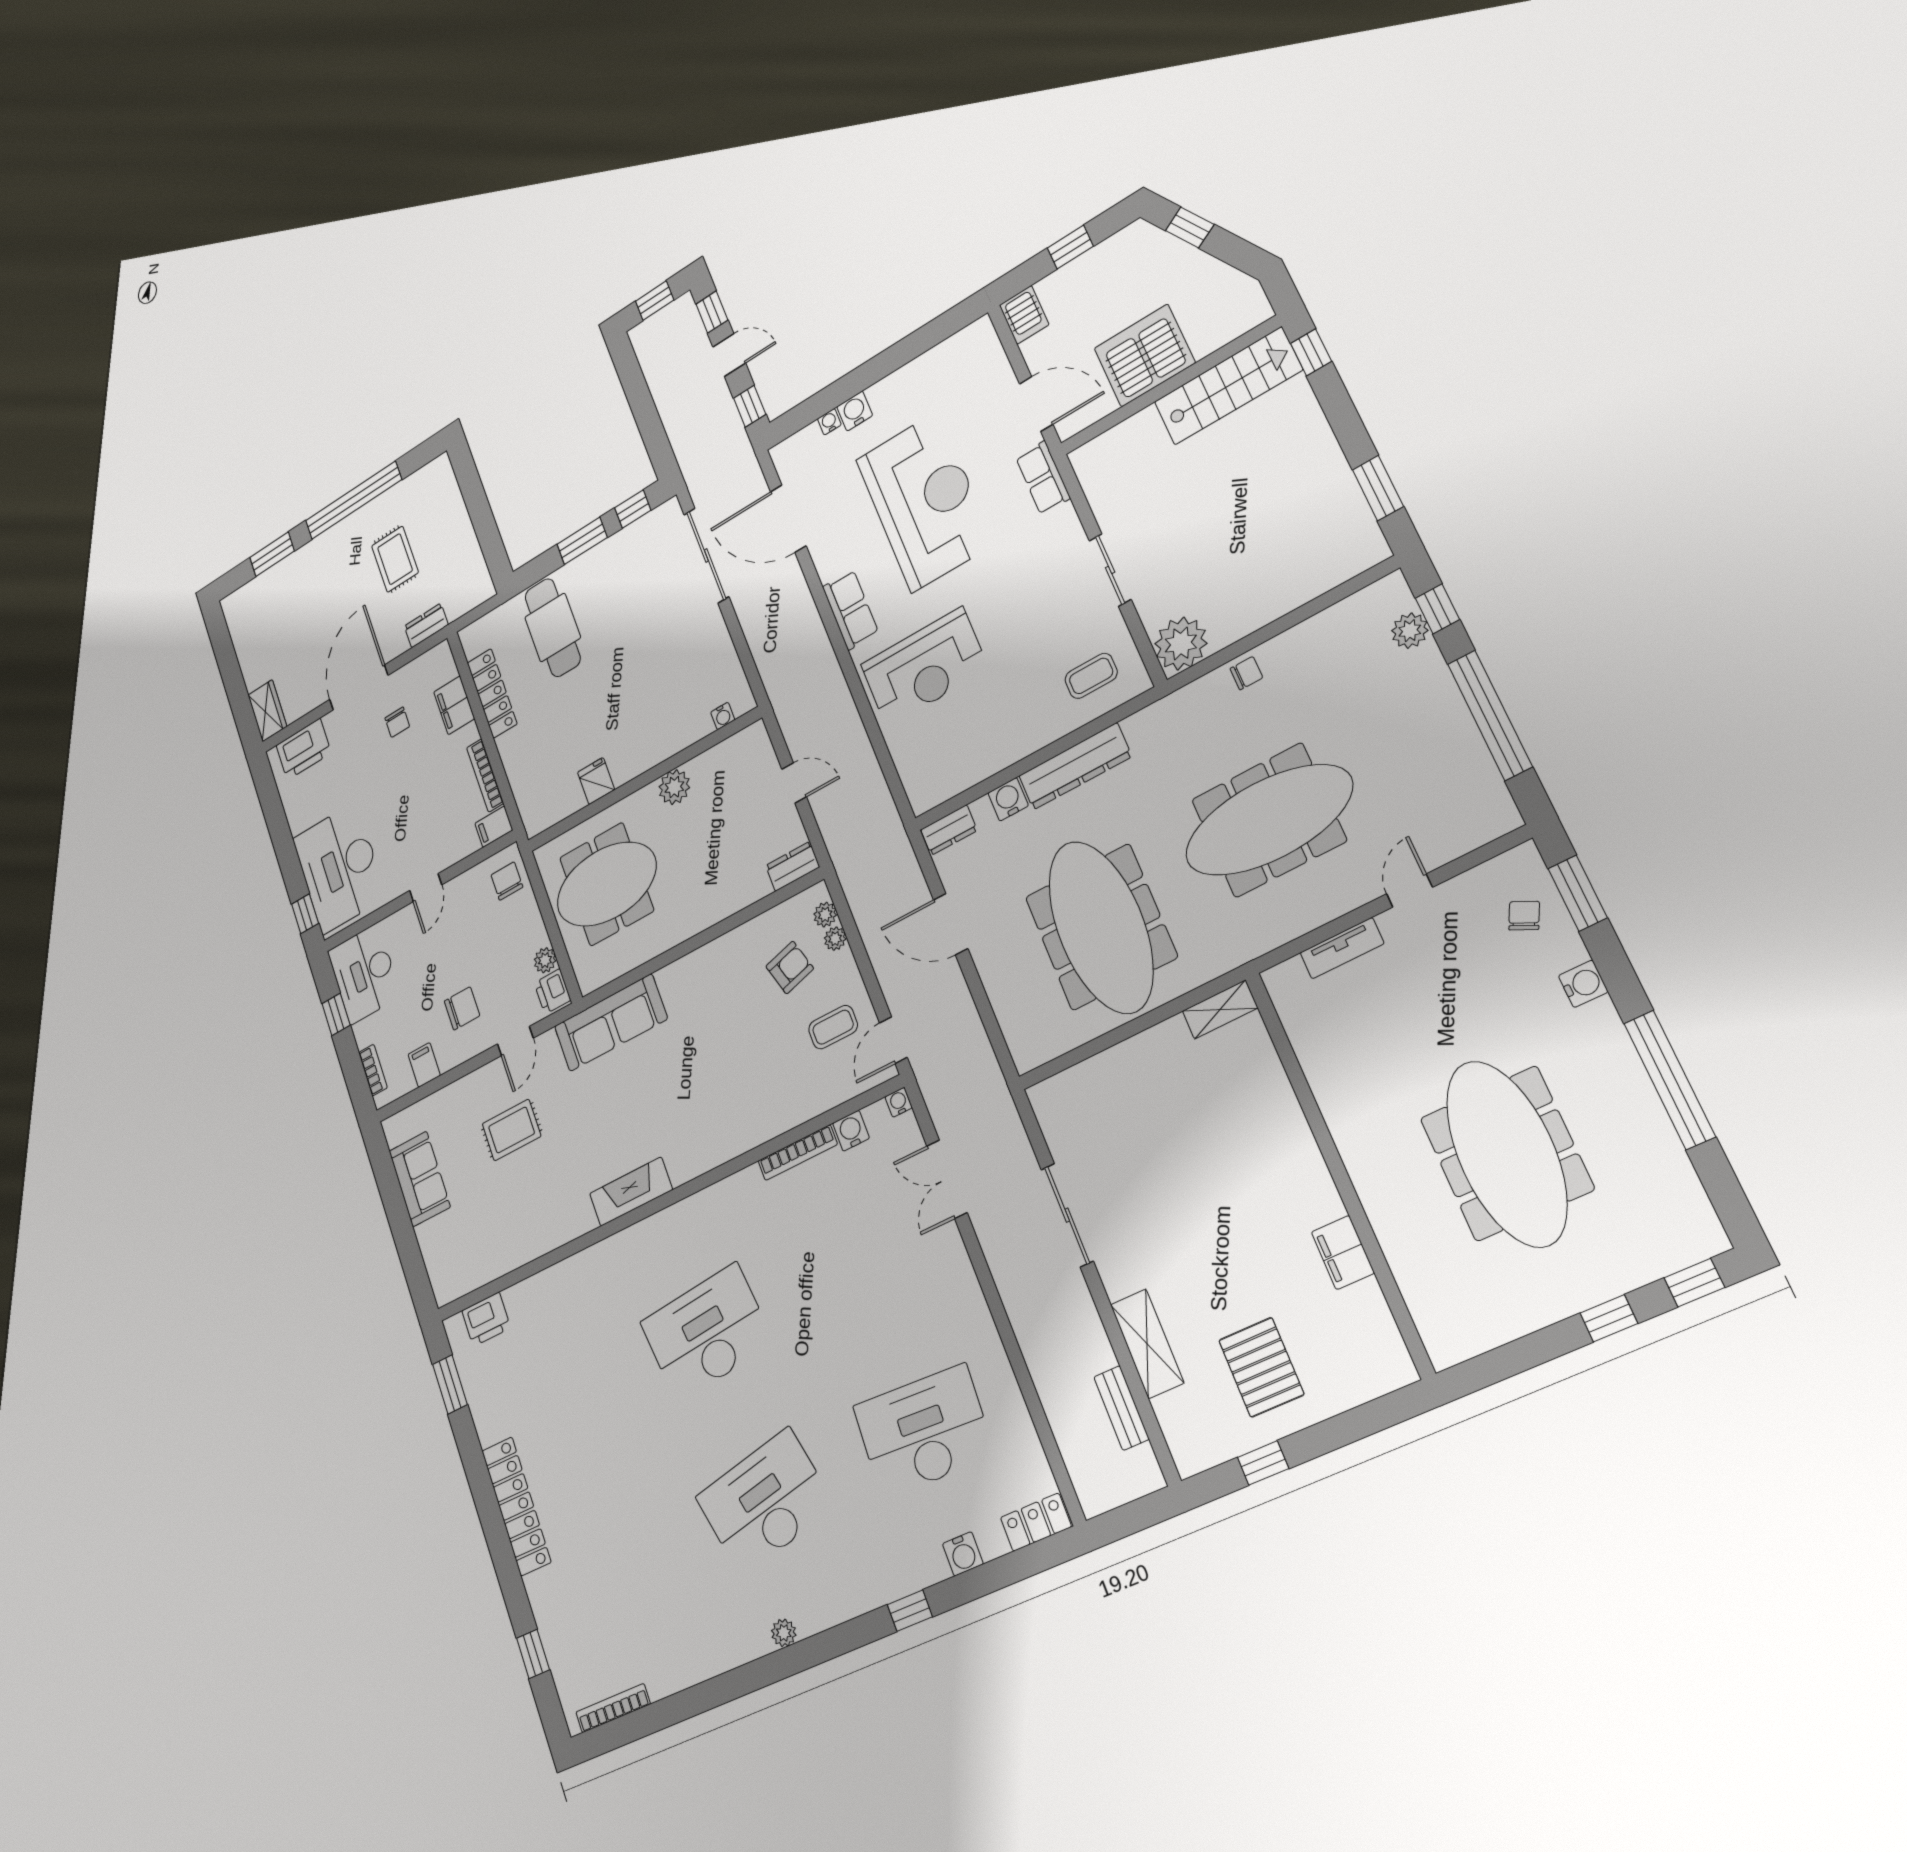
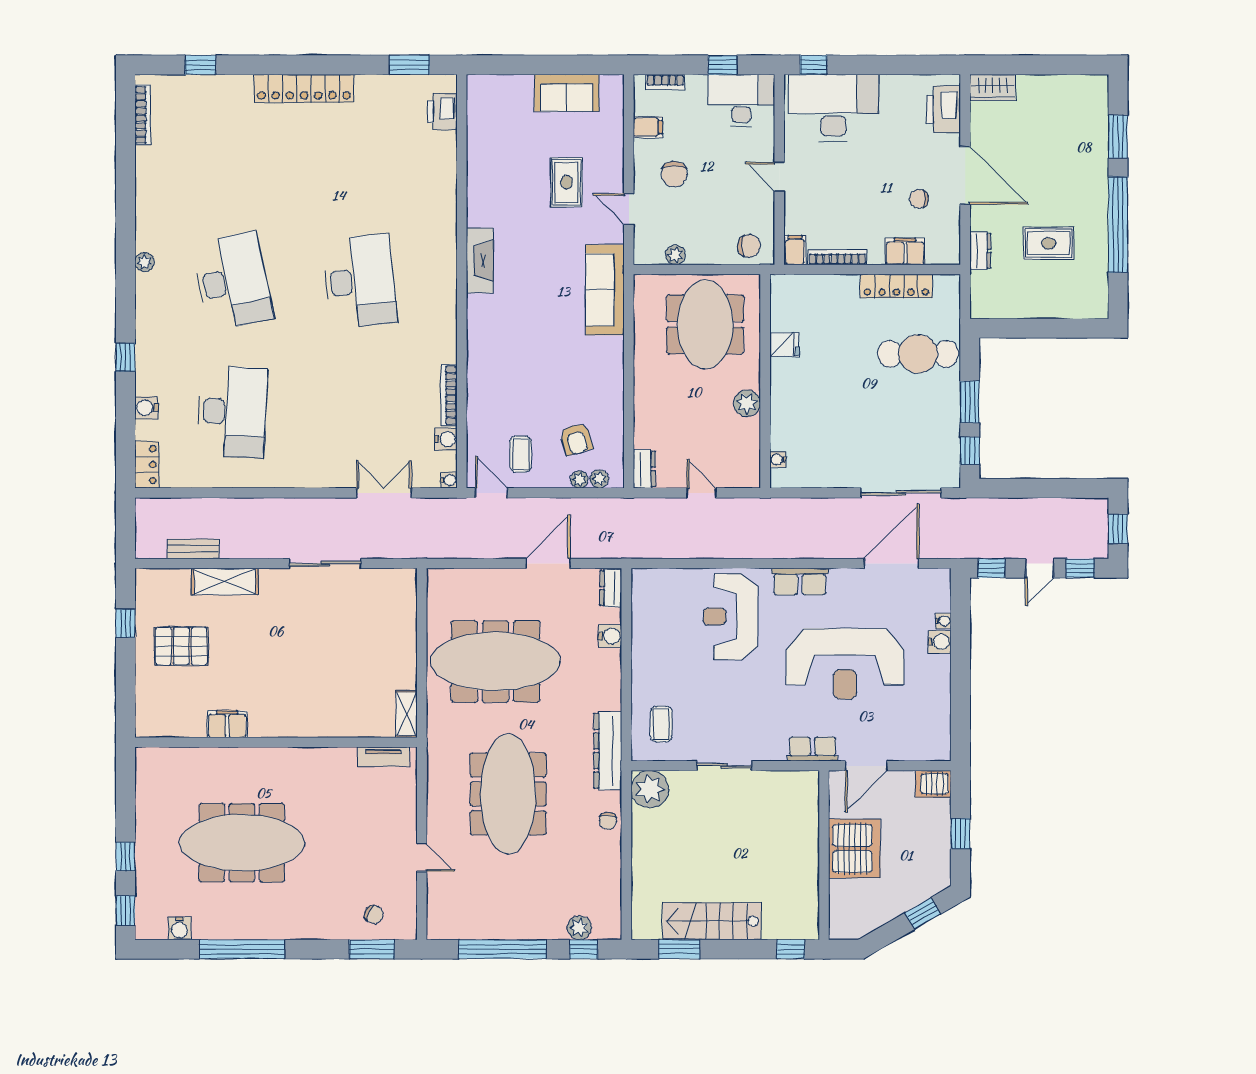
stairs: (1228, 386) -> (712, 921), moved, turned 90
dresser: (1075, 766) -> (608, 751), moved
door: (794, 783) -> (702, 493), swing flipped
tv unit: (1342, 948) -> (383, 757), moved, turned -90
water cooler: (1583, 984) -> (179, 928), moved
printer: (552, 991) -> (650, 252), removed

